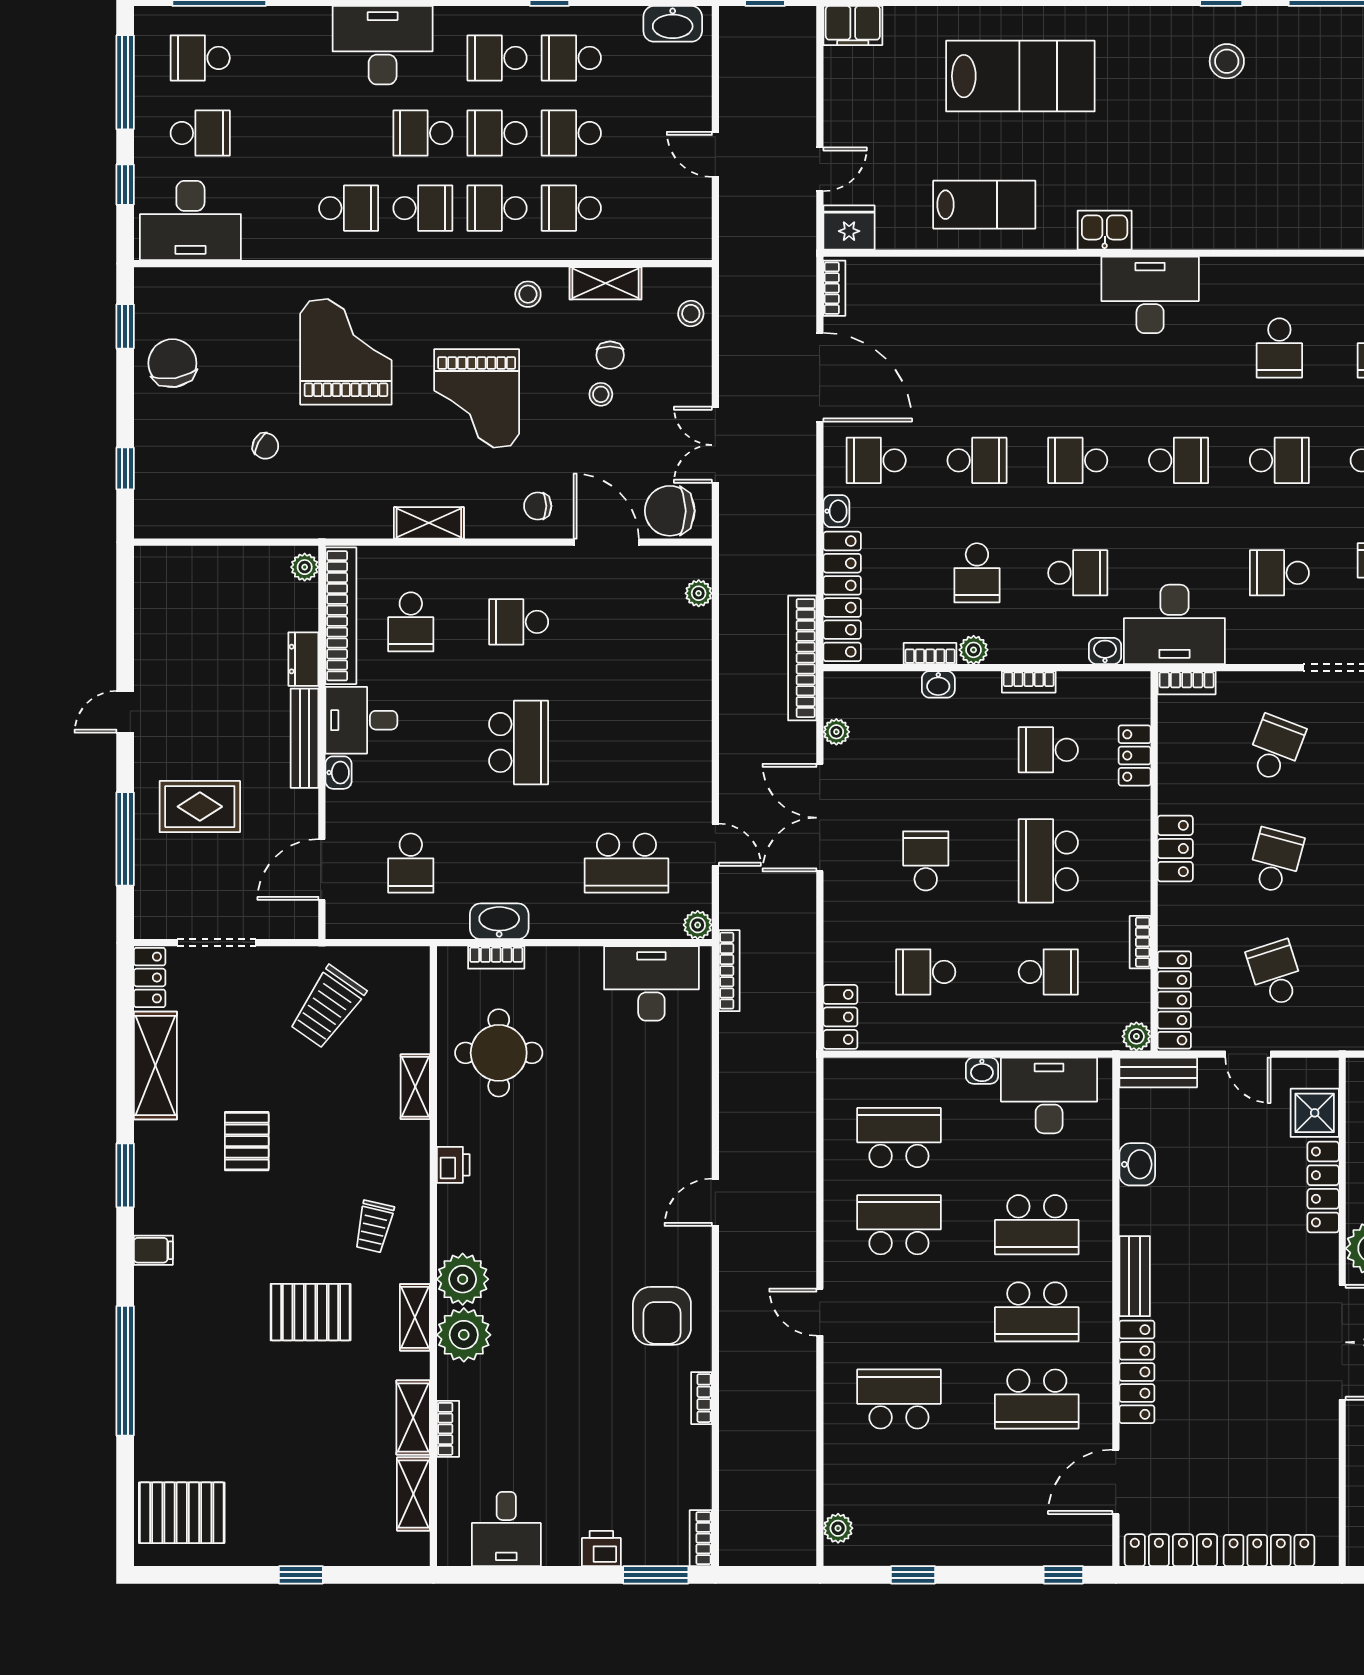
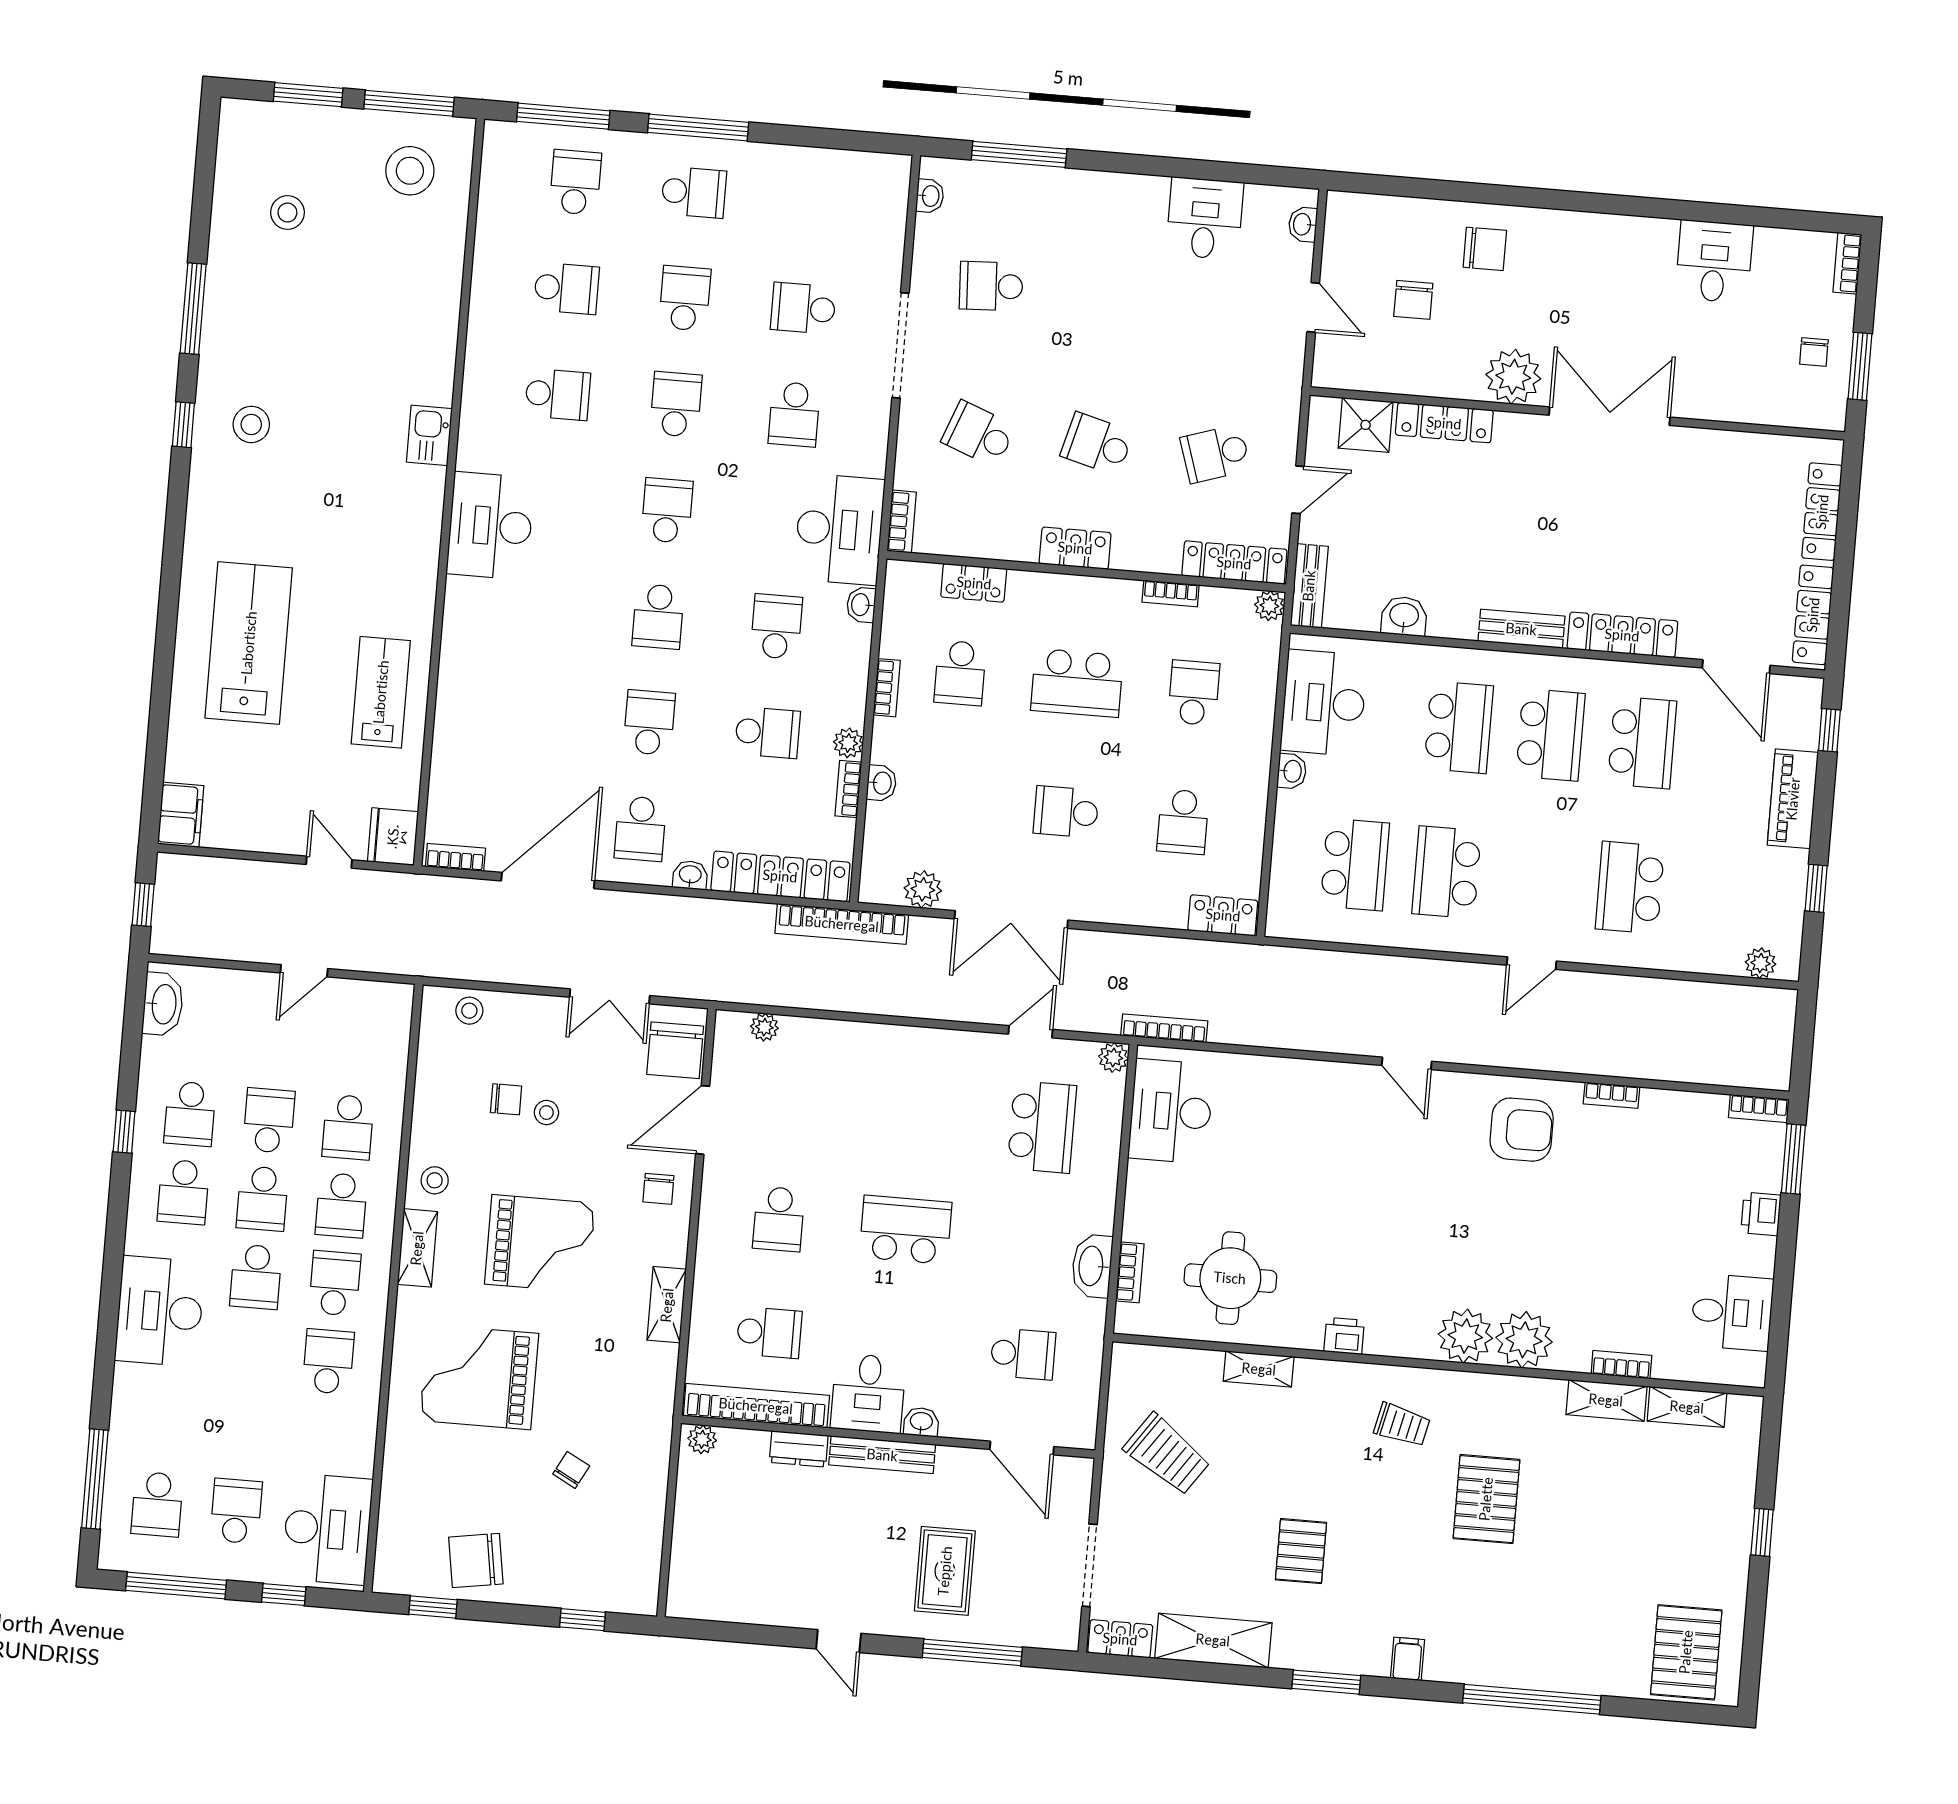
school desk: (571, 133) -> (269, 1120), turned 180
kitchen sink: (1105, 230) -> (429, 435), moved
shelving: (606, 283) -> (417, 1248), moved
plant: (836, 732) -> (923, 889), width x1.38, depth x1.38
school desk: (899, 1138) -> (1355, 864), turned 180
pallet: (247, 1141) -> (1301, 1551), turned 90
shelving: (415, 1317) -> (1501, 1390), removed
piano: (996, 1546) -> (1793, 799), added

